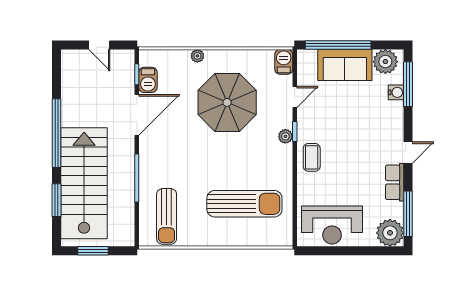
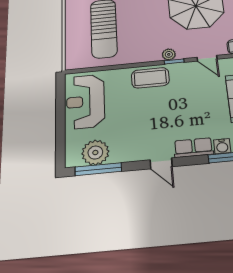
coffee table: (312, 157) -> (150, 78), width x1.36, depth x1.30
row of seats: (395, 182) -> (193, 148), moved
plant: (390, 233) -> (95, 153), moved

